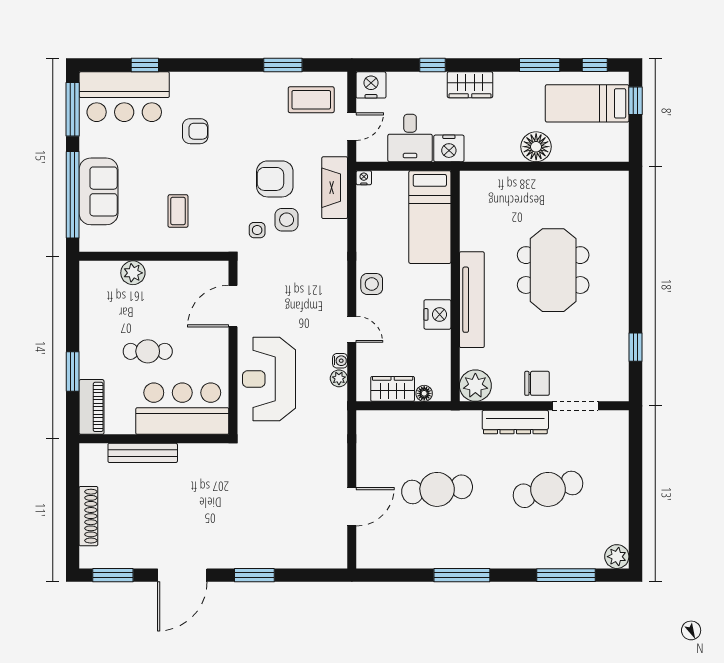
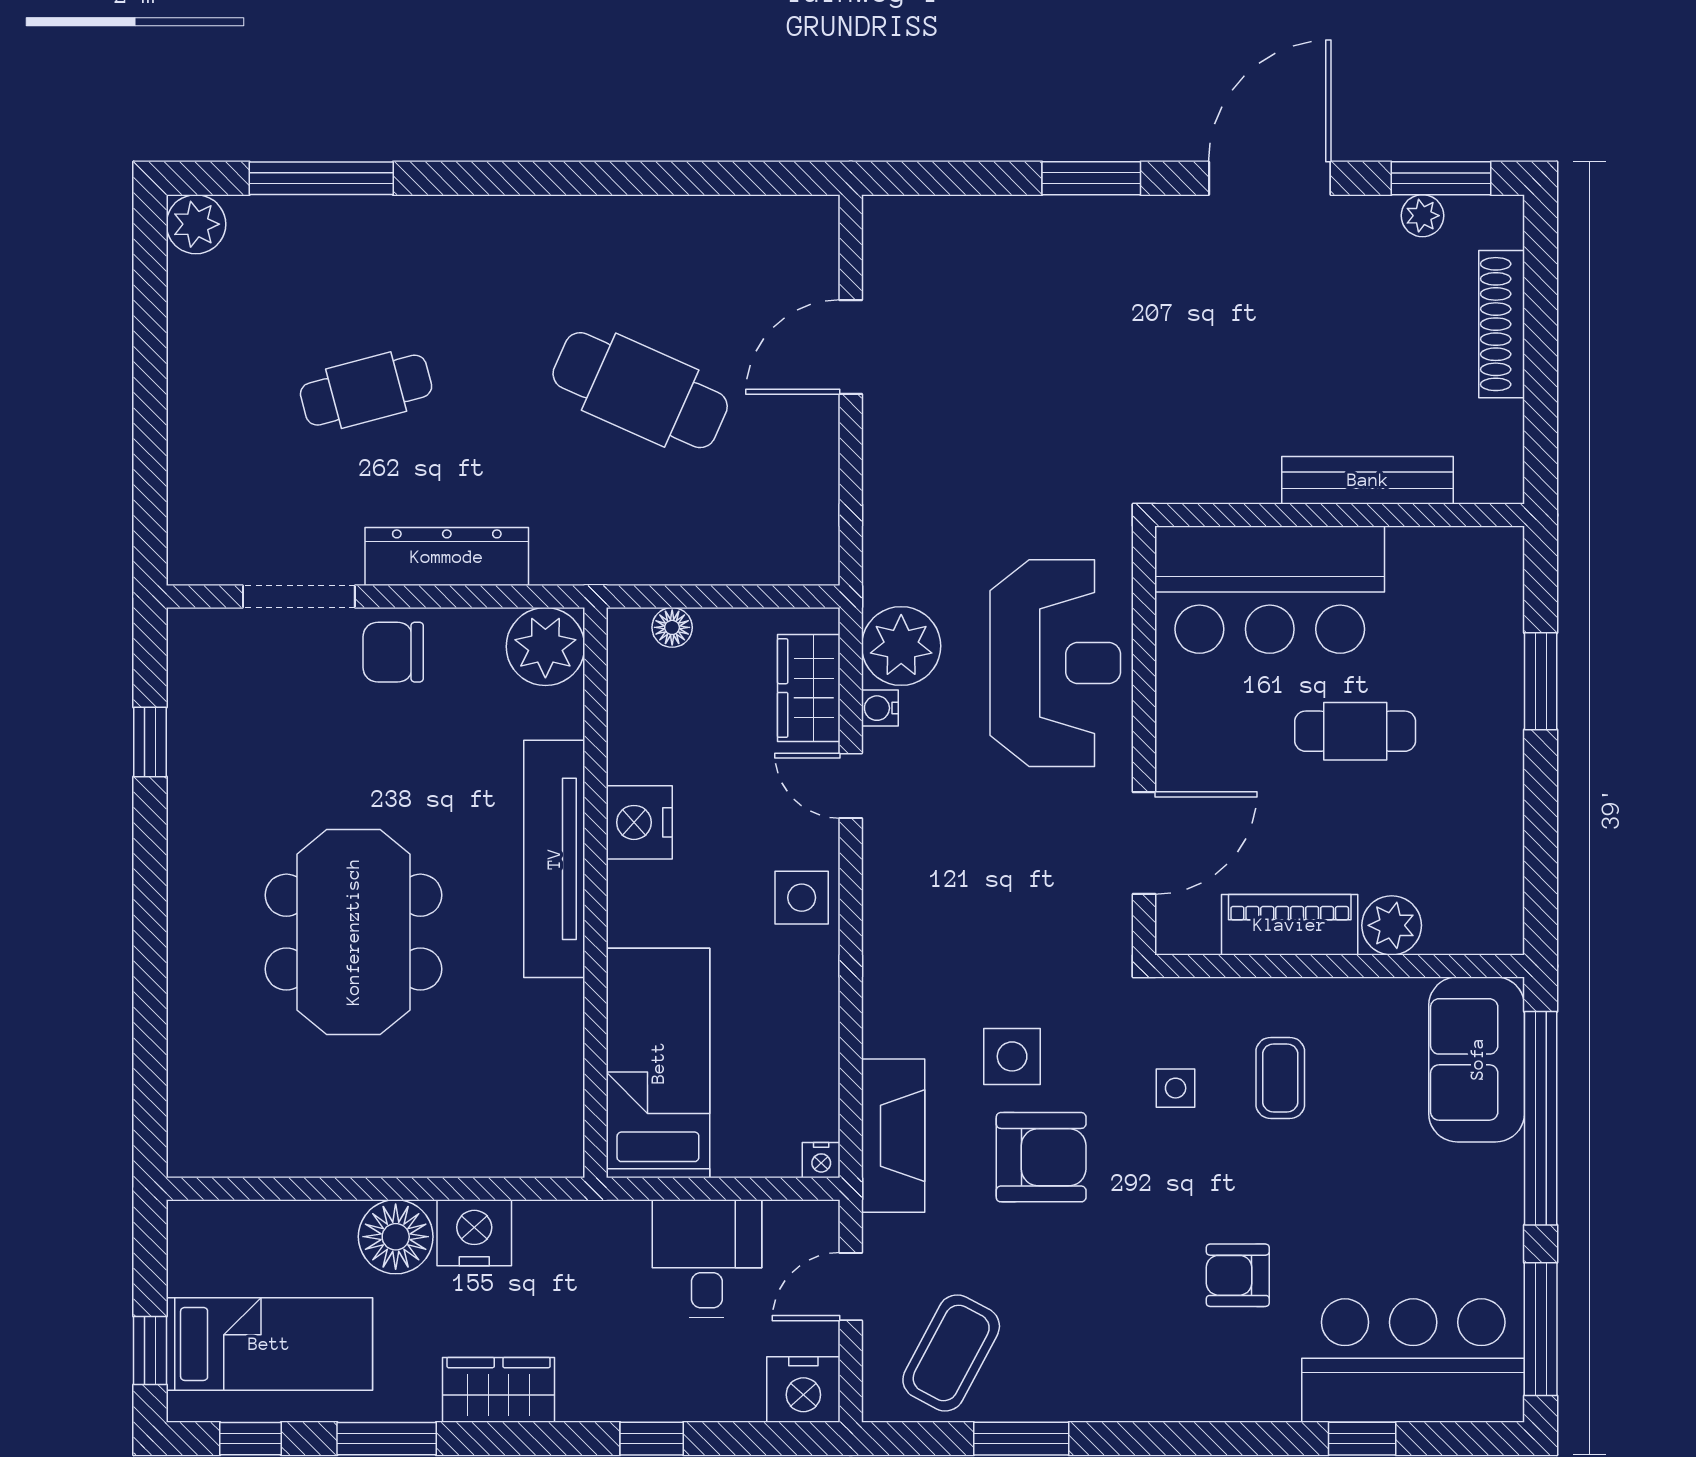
wardrobe: (470, 85) -> (499, 1390), moved
coffee table: (311, 100) -> (951, 1353), turned -62
nightstand: (449, 148) -> (474, 1233), moved
sofa: (99, 191) -> (1477, 1059), moved
side table: (257, 230) -> (1176, 1088), moved
plant: (339, 378) -> (901, 646), width x1.87, depth x1.87
wardrobe: (393, 389) -> (809, 688), moved, turned 90
piano: (91, 407) -> (1290, 925), moved, turned 90
cafe table: (437, 489) -> (640, 390), turned 30
cafe table: (548, 489) -> (366, 390), width x0.73, depth x0.74
plant: (120, 560) -> (1422, 216), added
window: (462, 575) -> (579, 178), removed

